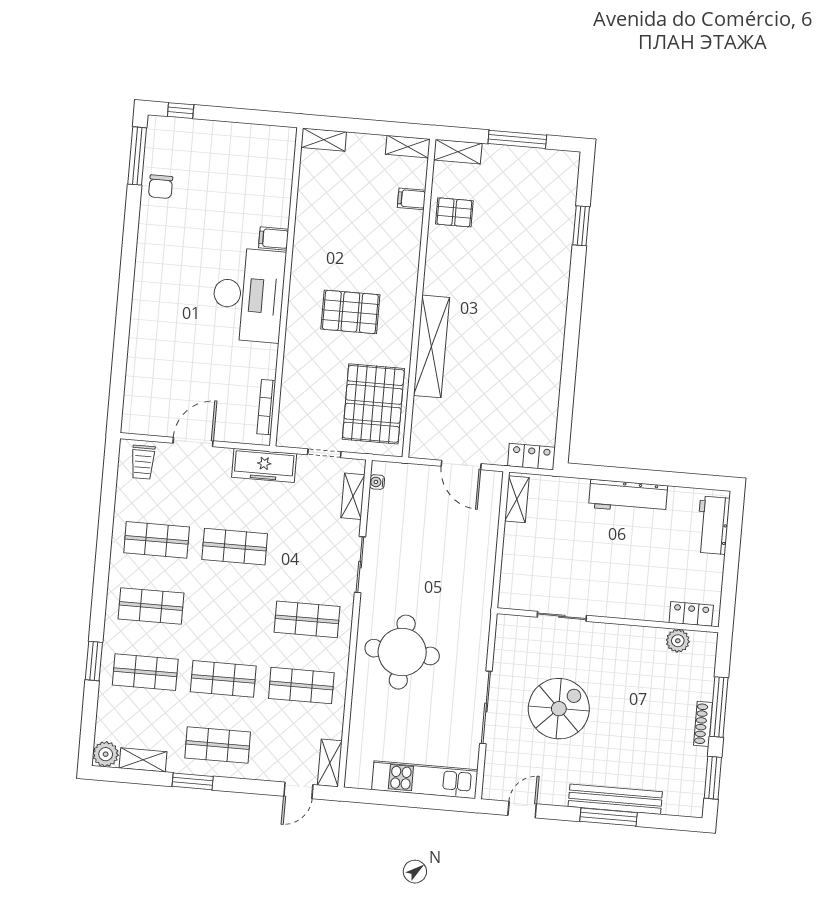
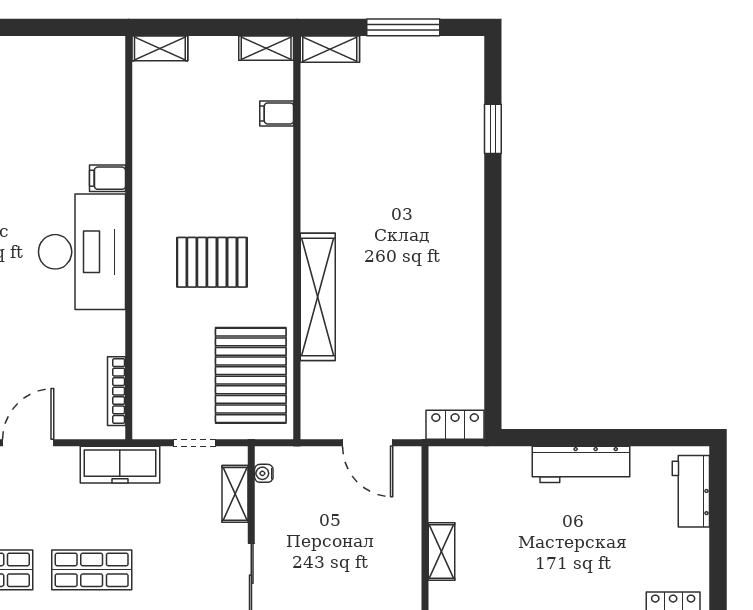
pallet: (454, 212) -> (332, 126), removed
shelving: (517, 499) -> (442, 551), moved

